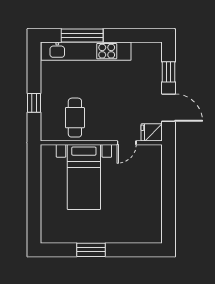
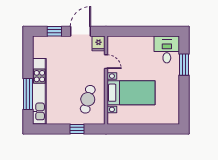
cafe table: (75, 118) -> (88, 99), turned -75
desk: (143, 226) -> (167, 49), added
window: (91, 250) -> (184, 65), moved

